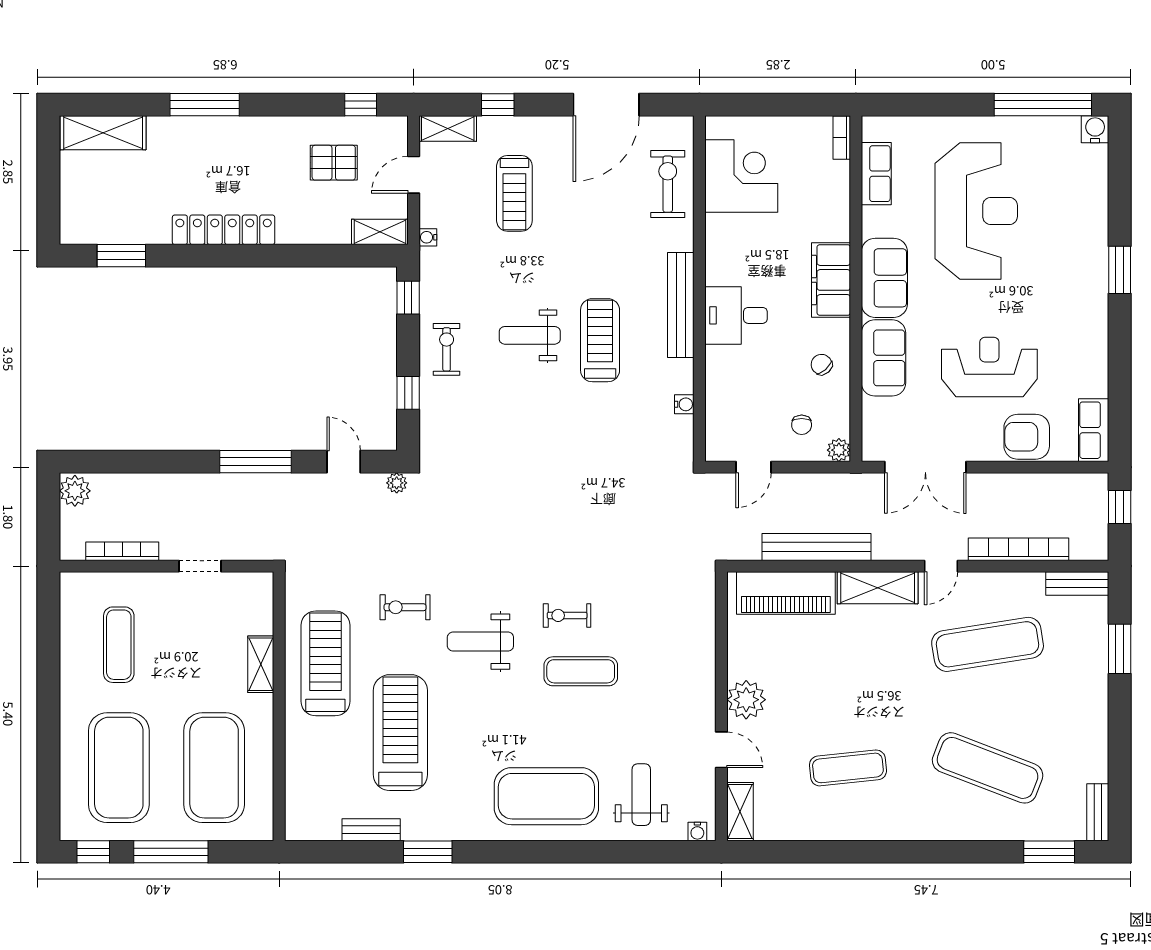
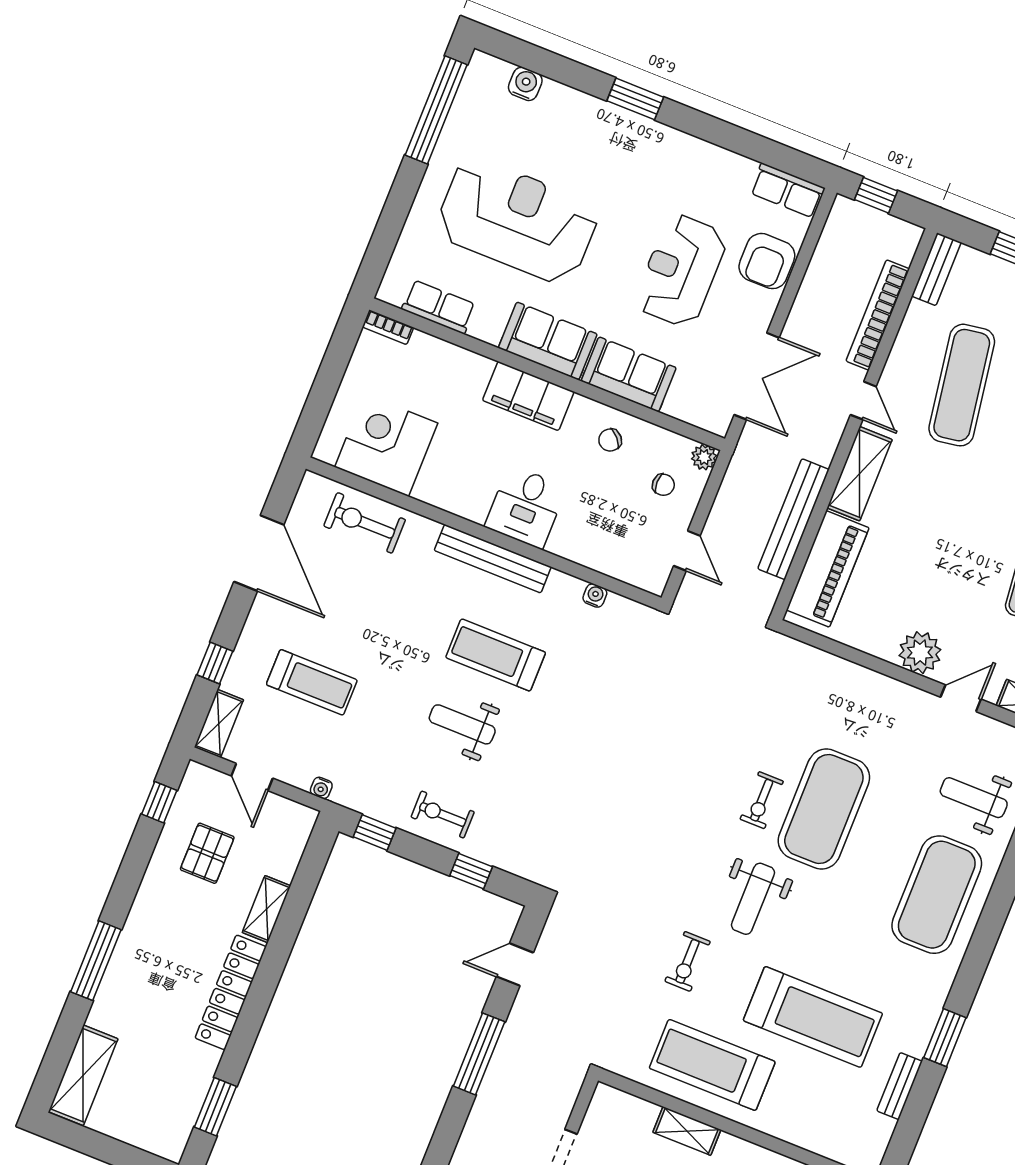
water cooler: (1095, 129) -> (525, 84), moved, turned 90
shelving: (380, 232) -> (266, 909), moved
weight bench: (530, 335) -> (462, 724), turned 90
plant: (397, 483) -> (558, 919), removed
exercise mat: (581, 671) -> (824, 809), width x2.00, depth x1.45
treadmill: (400, 733) -> (813, 1017), turned 180

